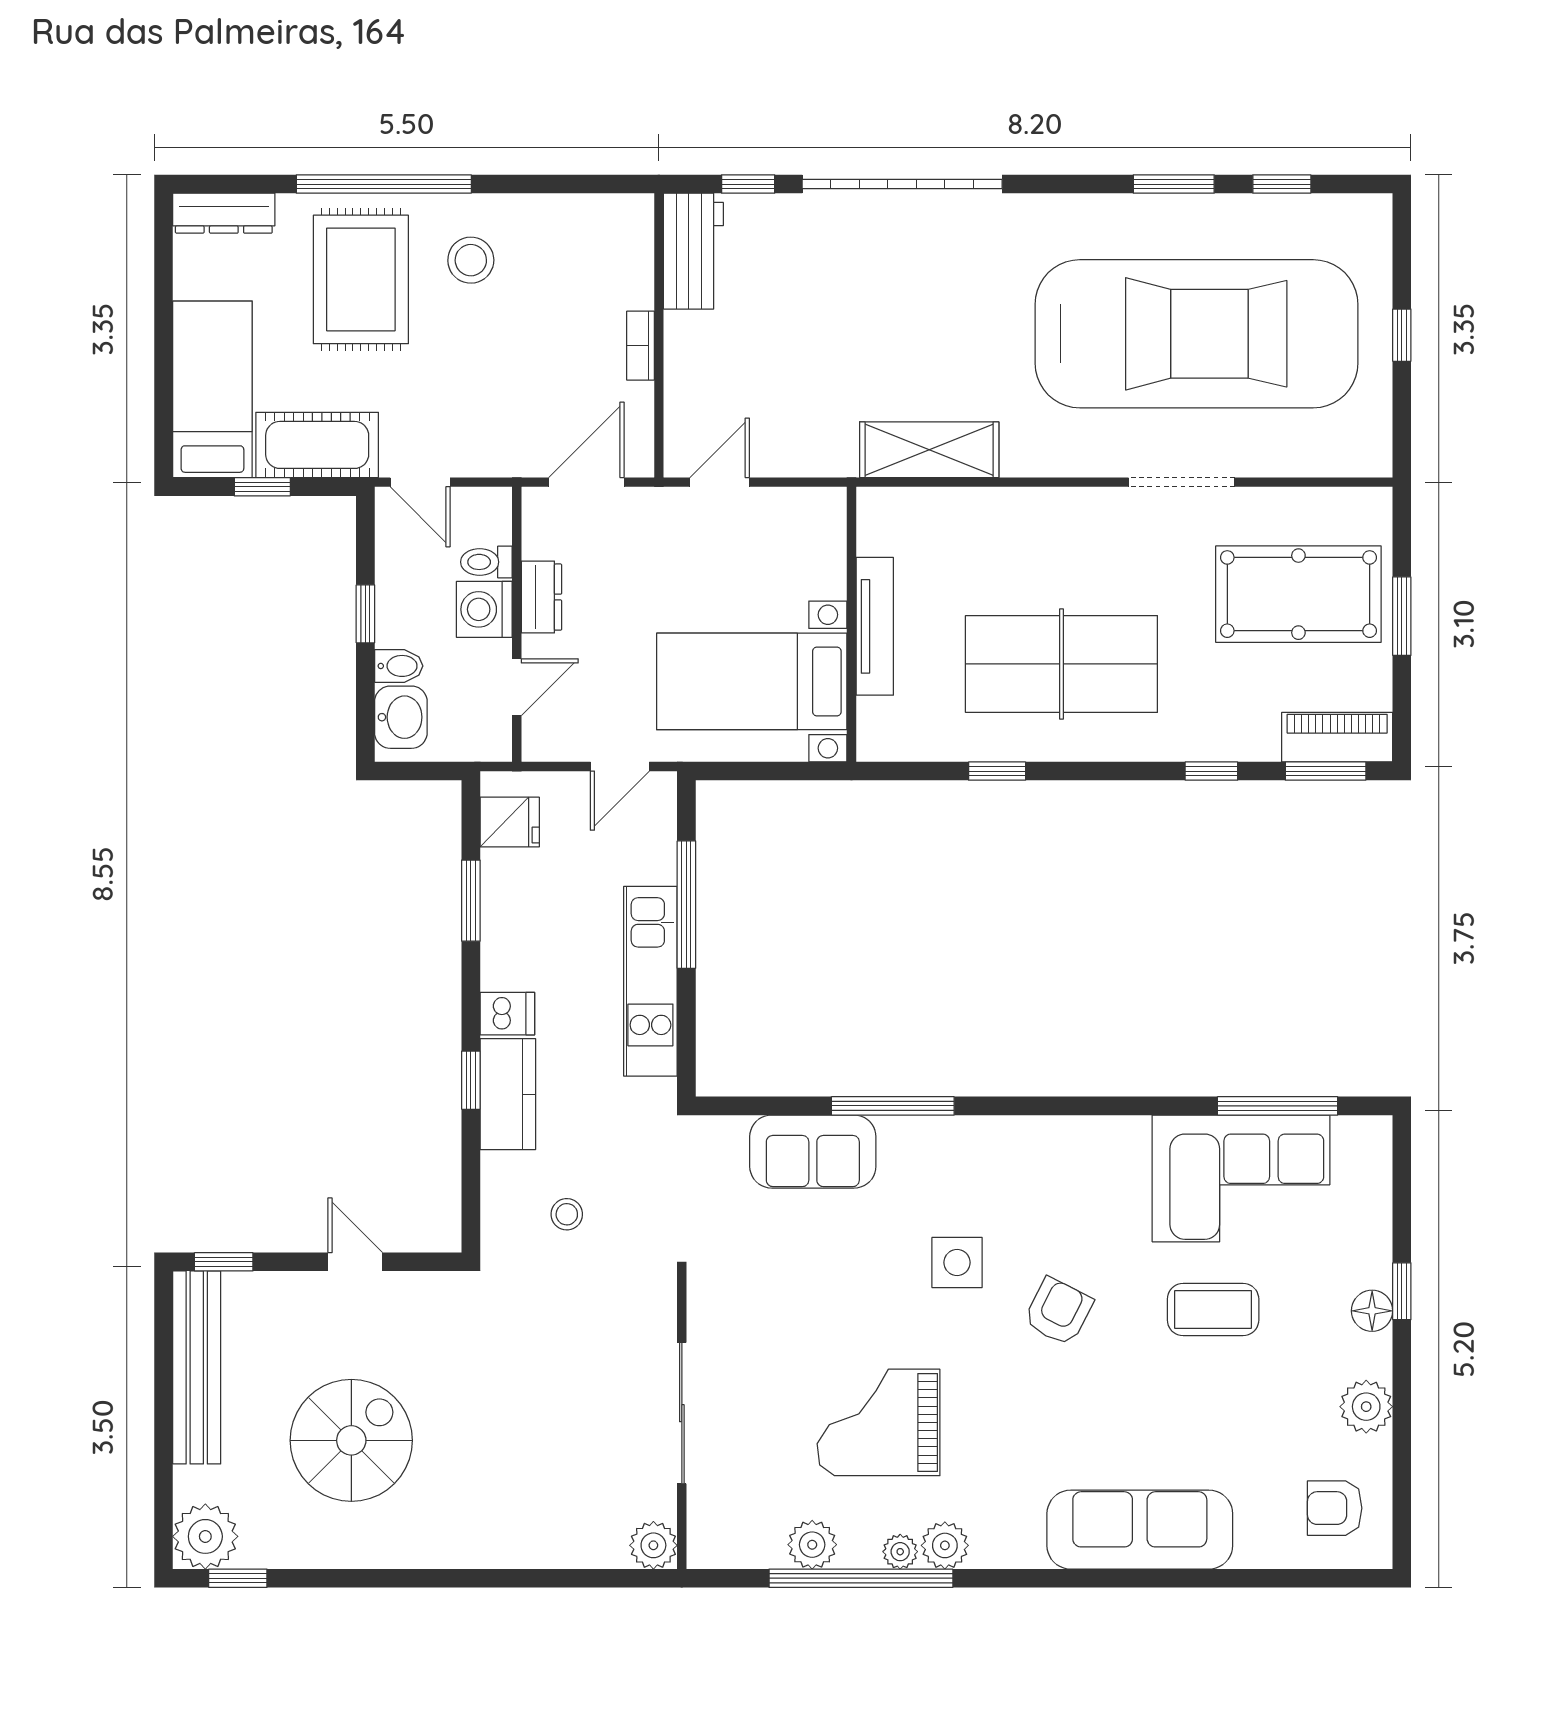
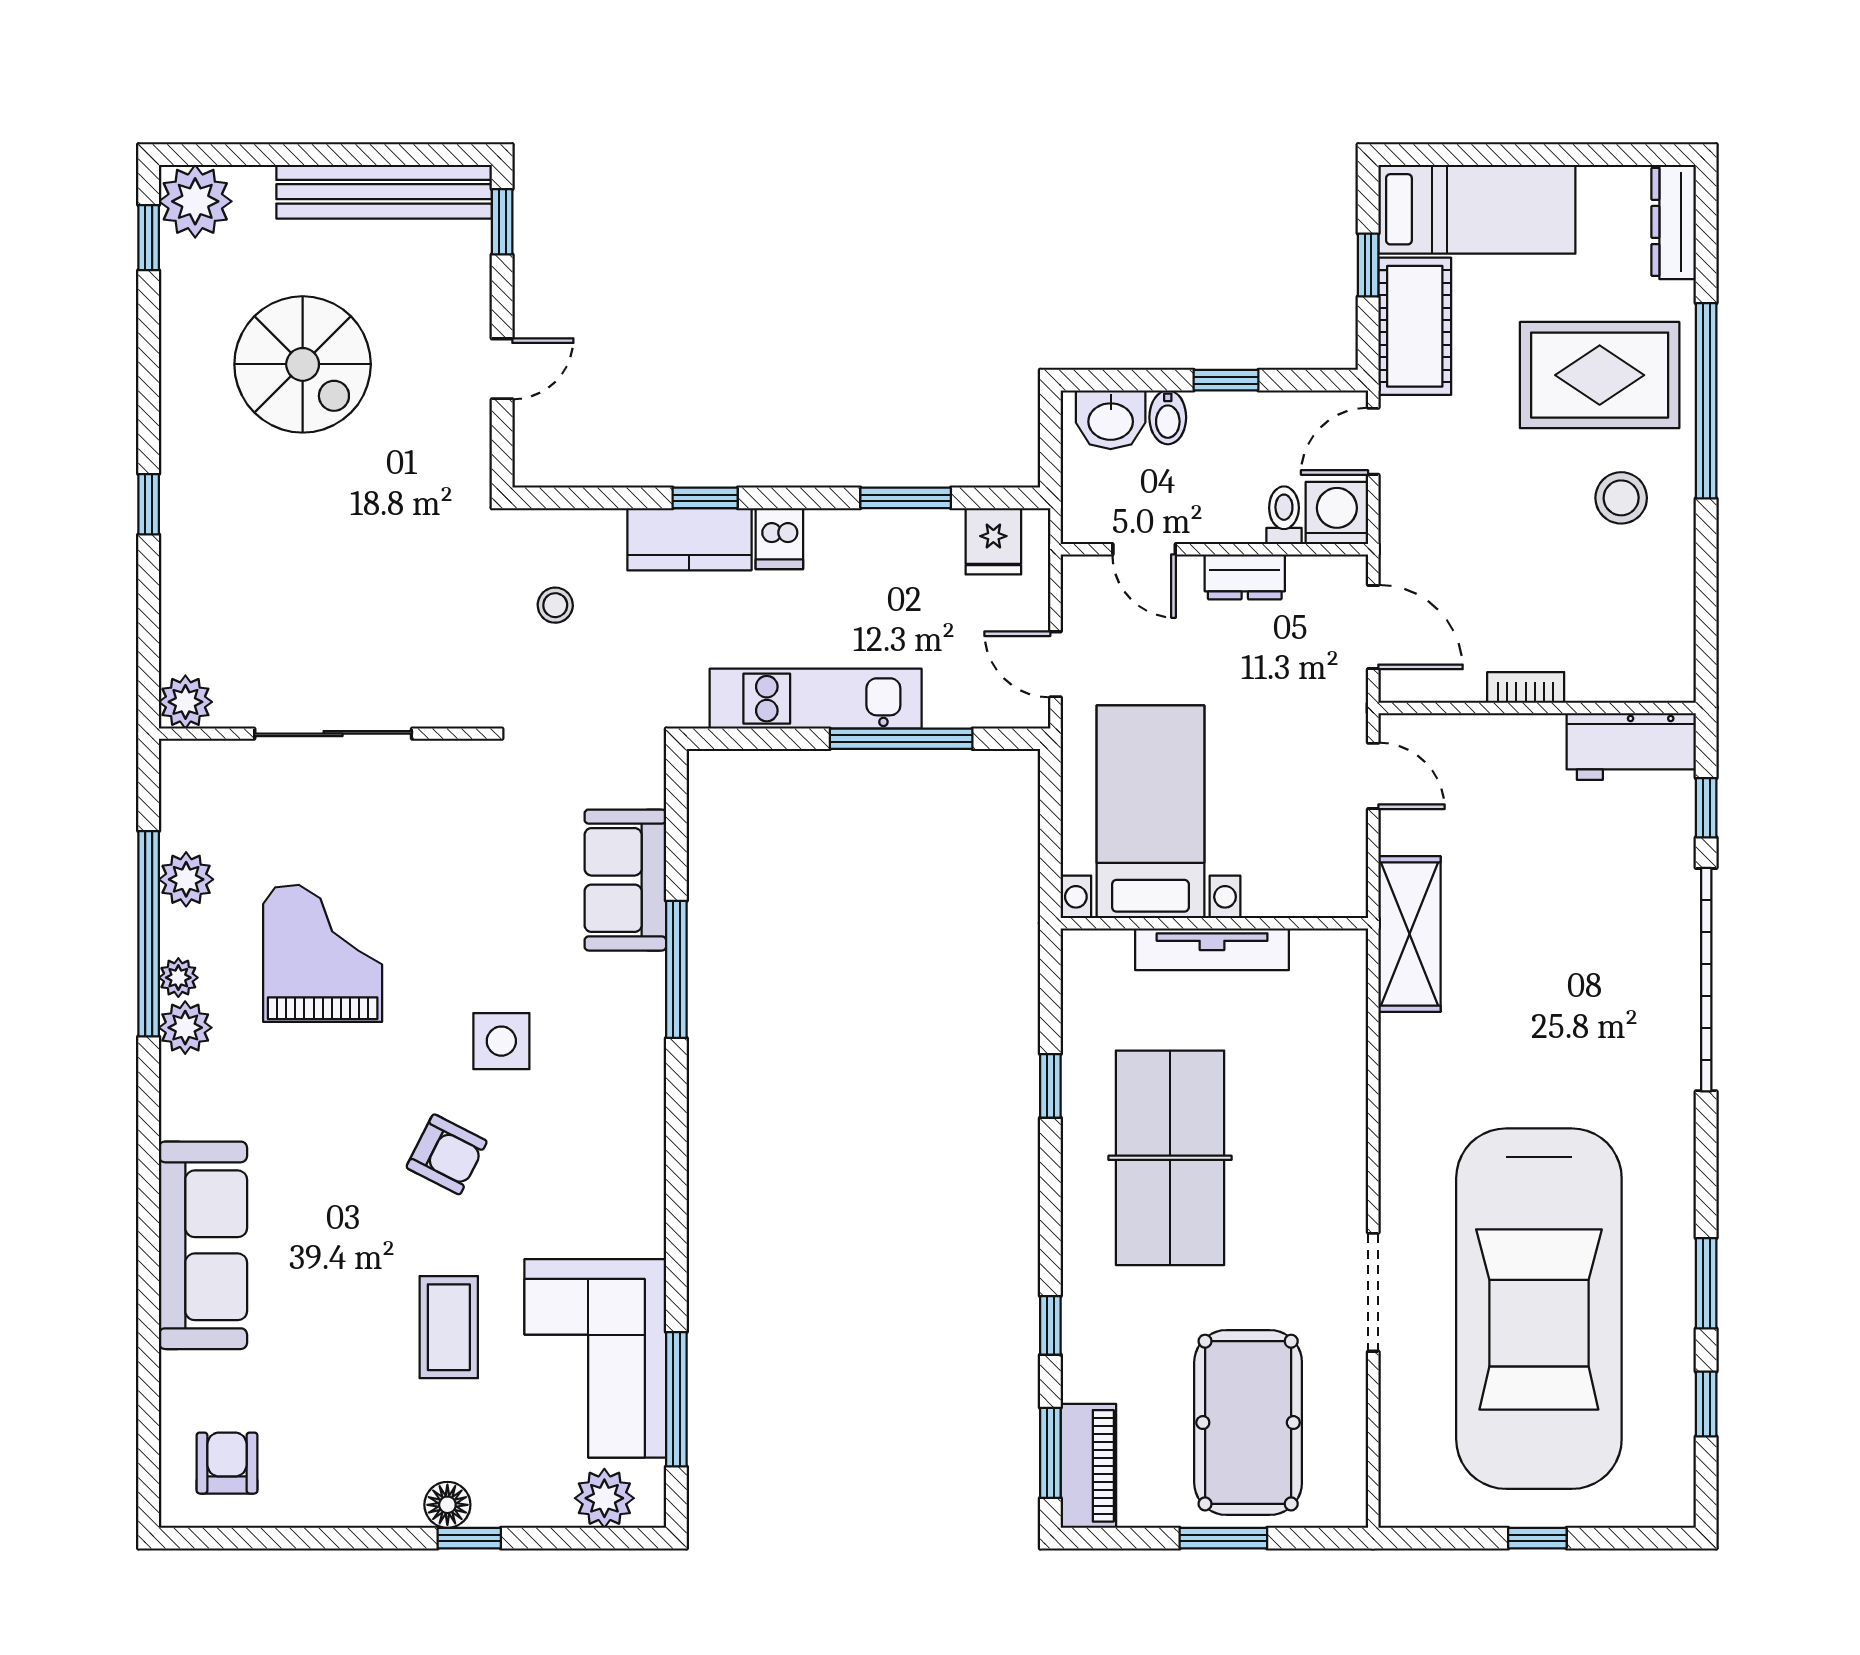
shelving: (929, 450) -> (1409, 934), moved
washing machine: (484, 609) -> (1337, 513), moved
plant: (1366, 1407) -> (604, 1498), moved
window: (477, 1578) -> (149, 504), added

